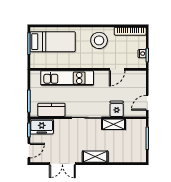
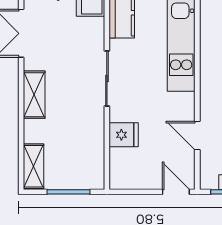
door: (147, 103) -> (176, 192), moved
shelving: (113, 124) -> (33, 166), moved

